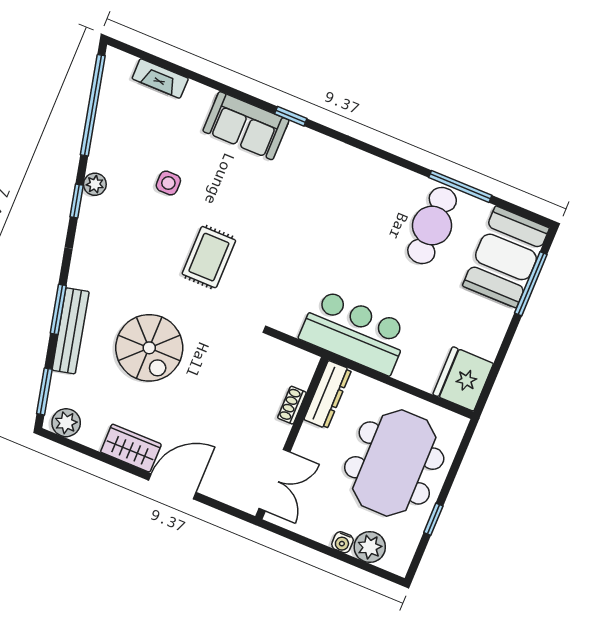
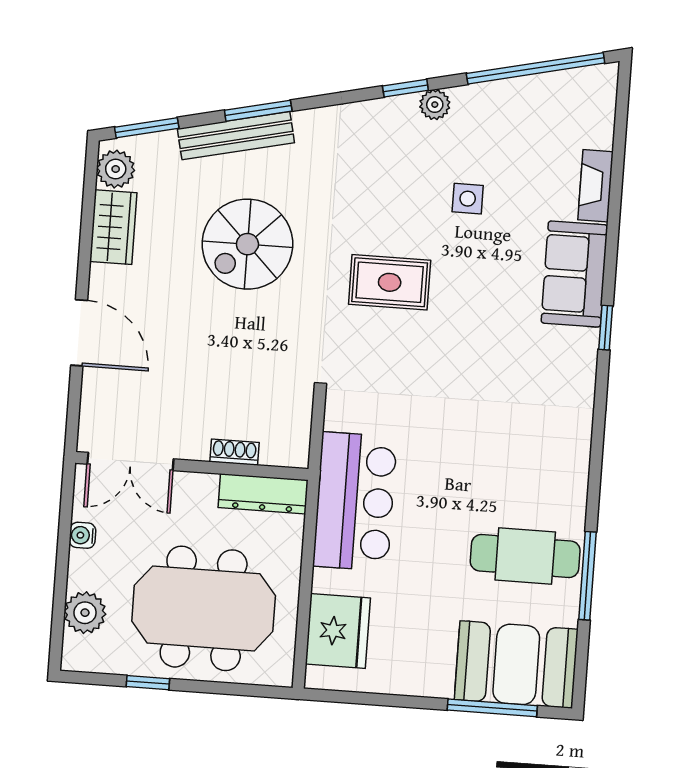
fireplace: (160, 78) -> (596, 186), moved
fridge: (463, 379) -> (338, 631), moved, turned 90
wardrobe: (131, 448) -> (113, 227), moved
water cooler: (342, 542) -> (82, 535), moved

